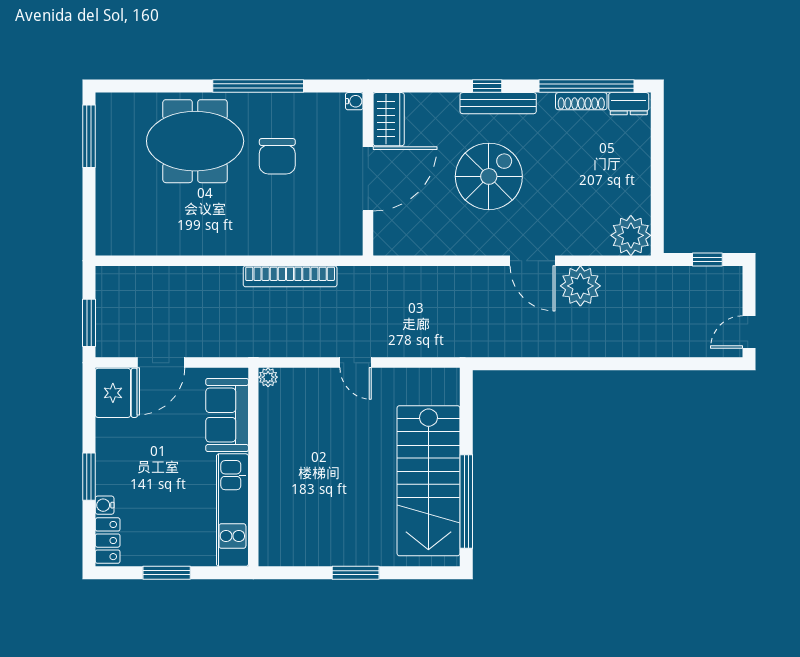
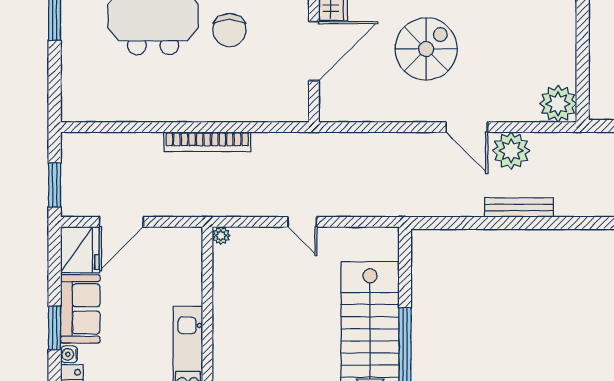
bookcase: (290, 276) -> (207, 142), moved
bench: (589, 347) -> (519, 207), added
sofa: (227, 415) -> (80, 309), moved, turned 180

